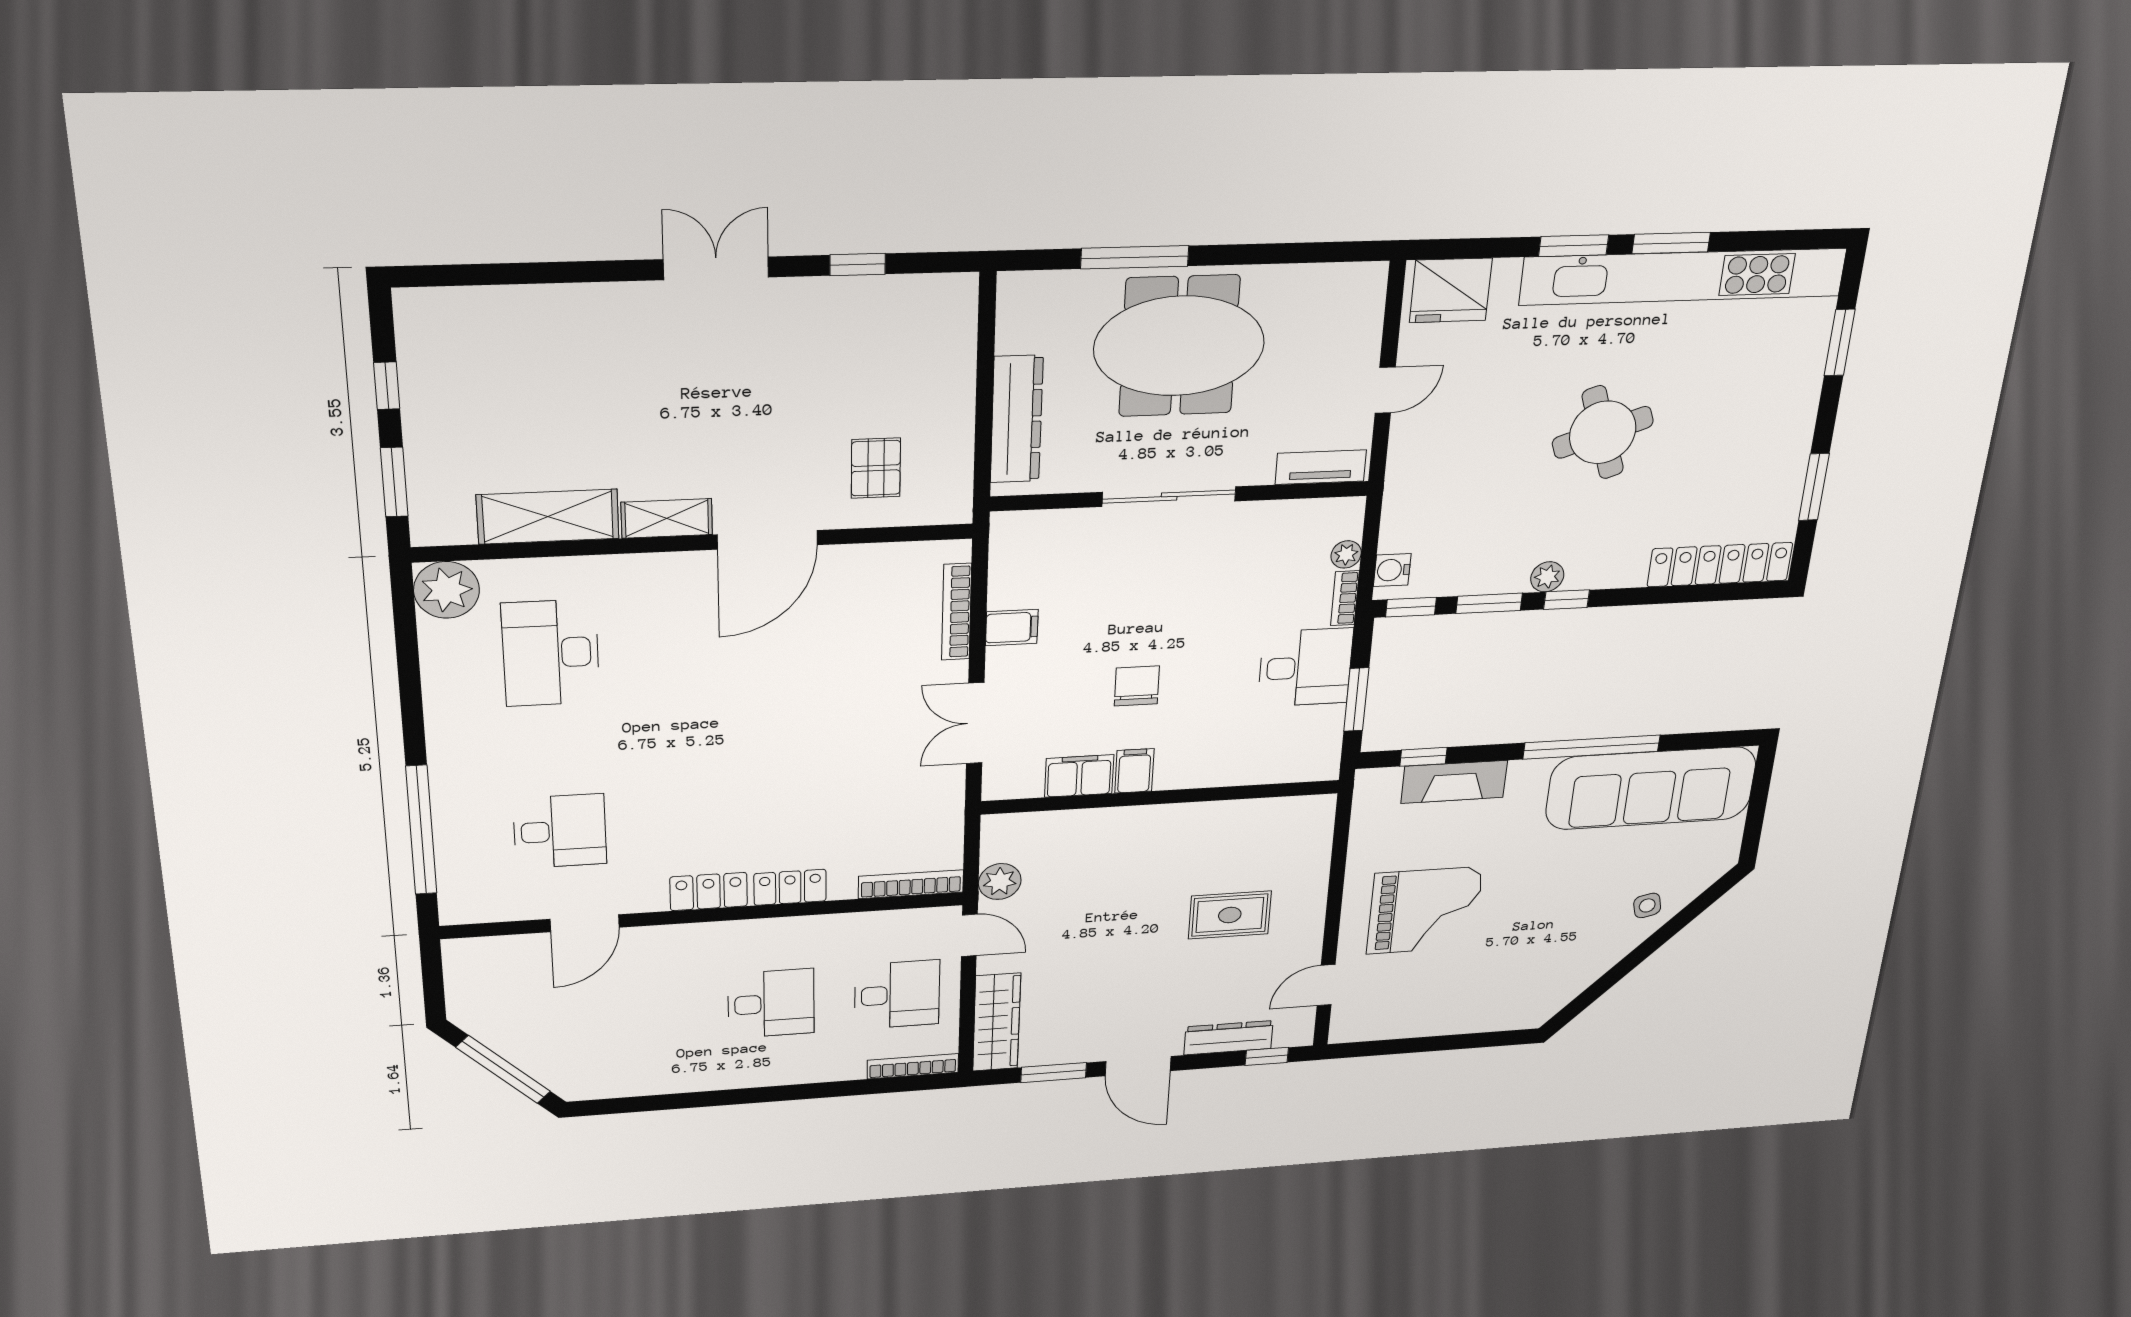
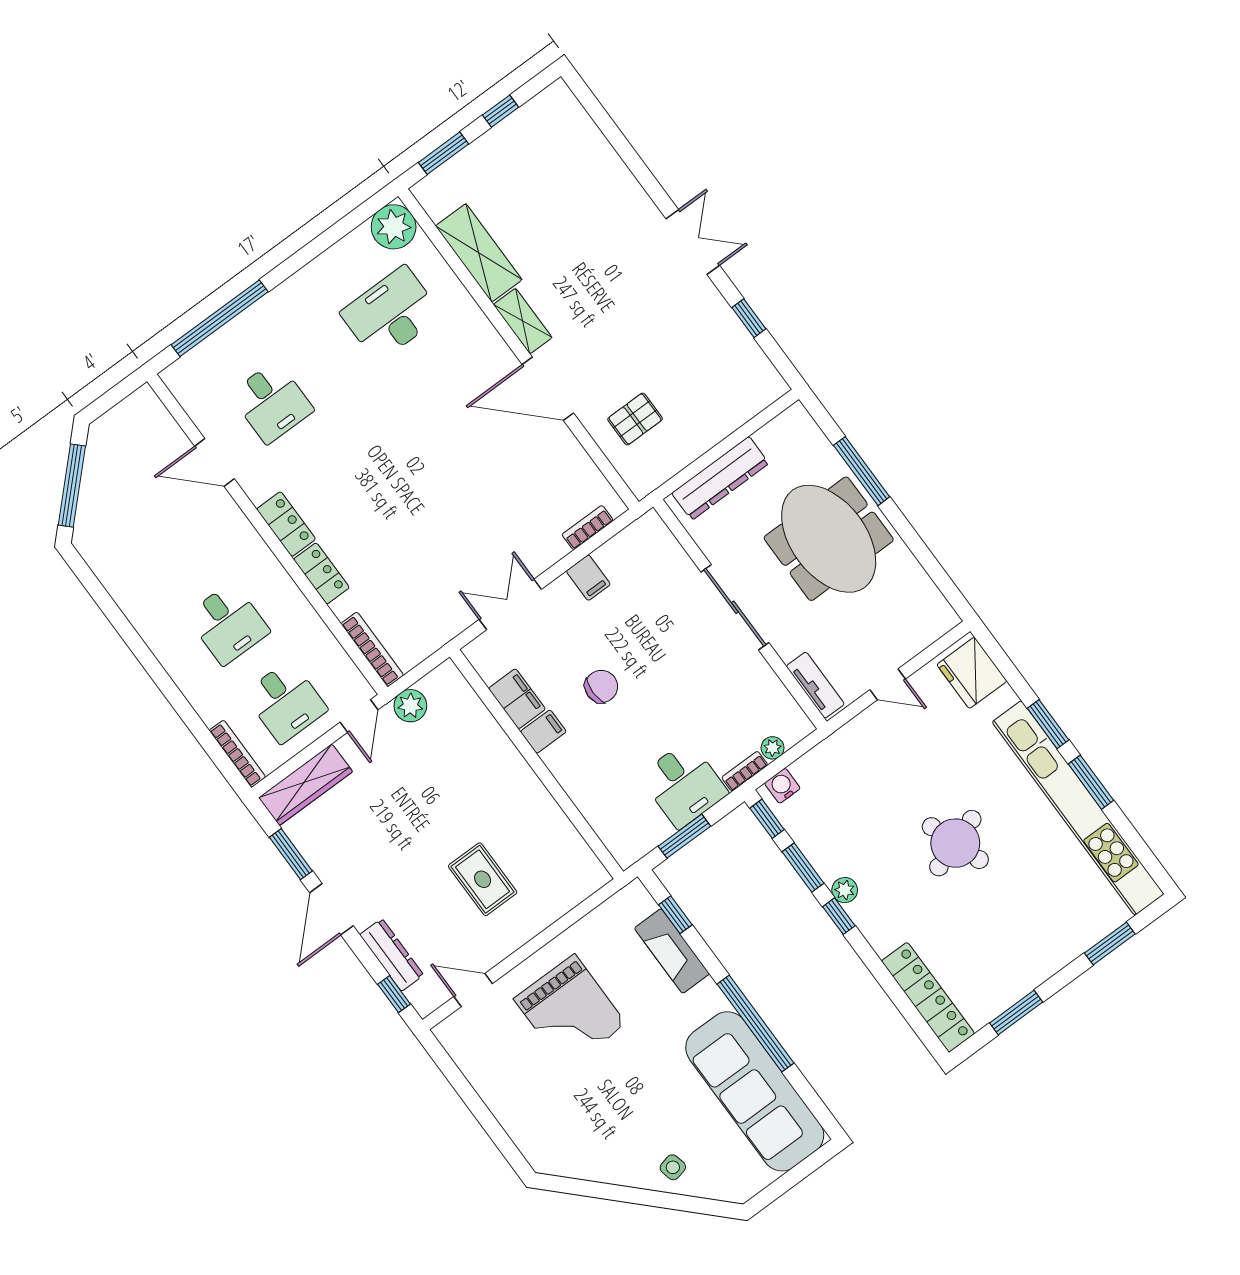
bookcase: (957, 612) -> (588, 528), width x0.64

